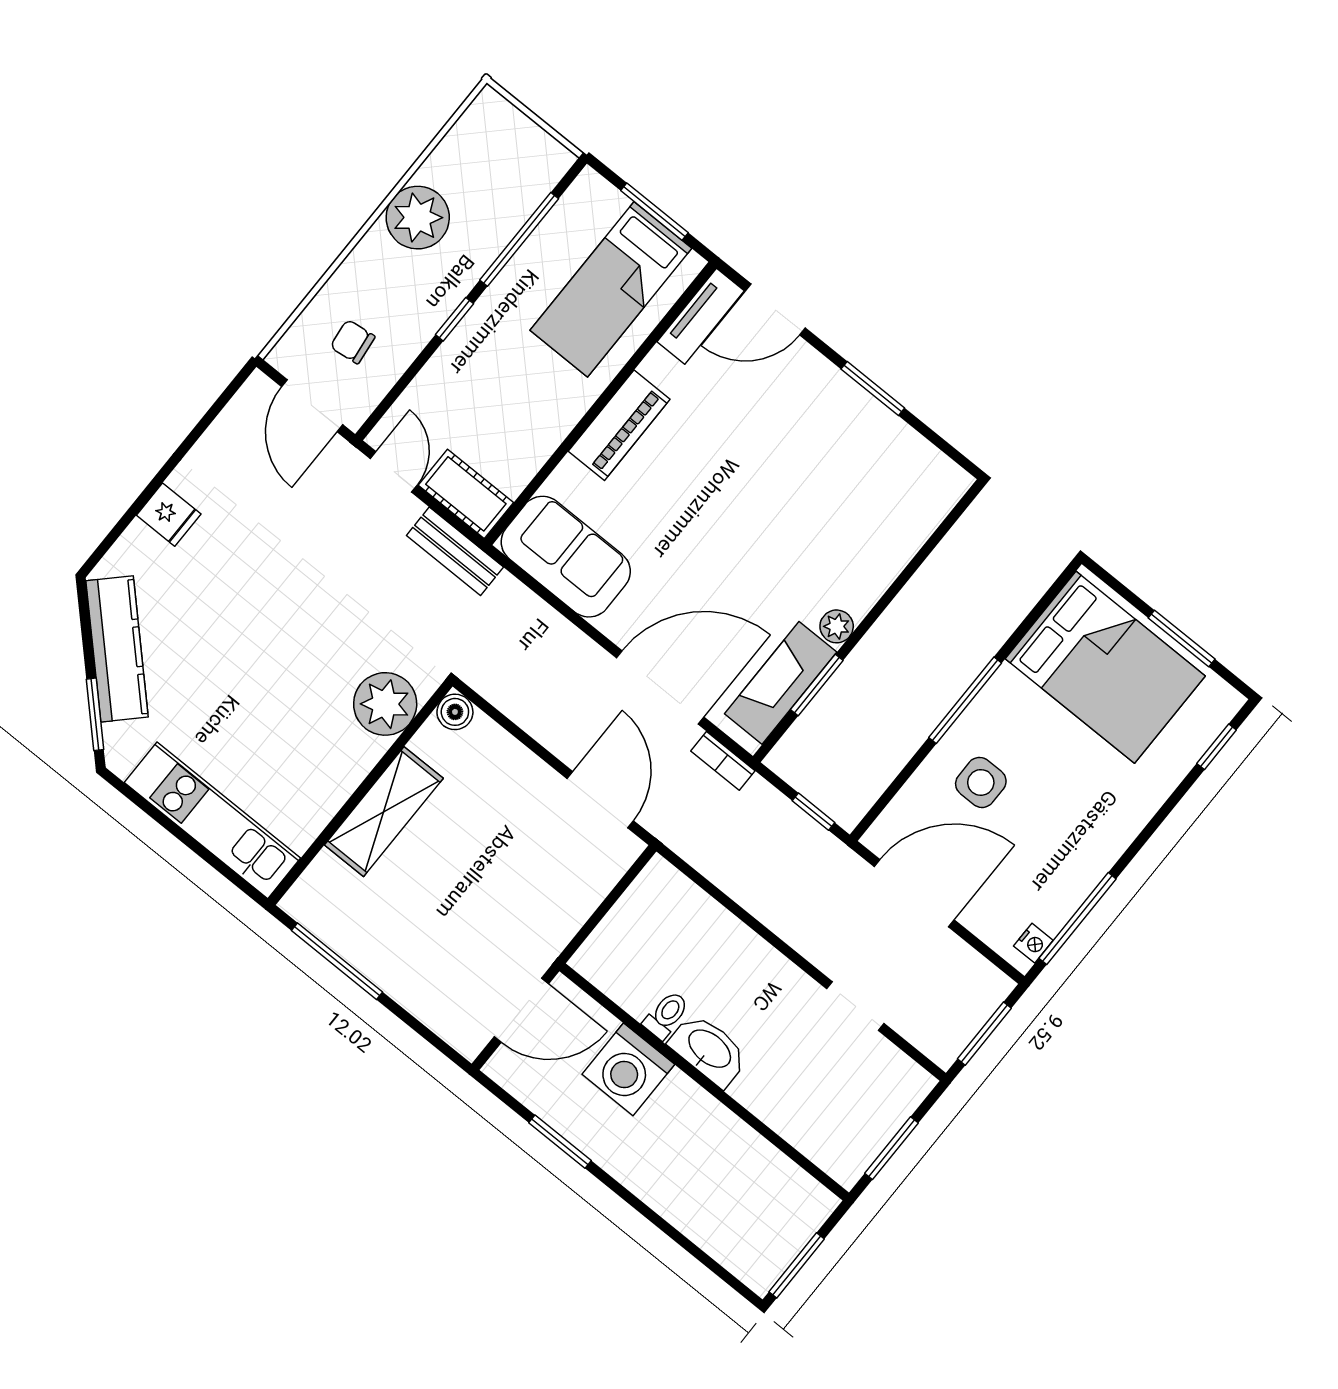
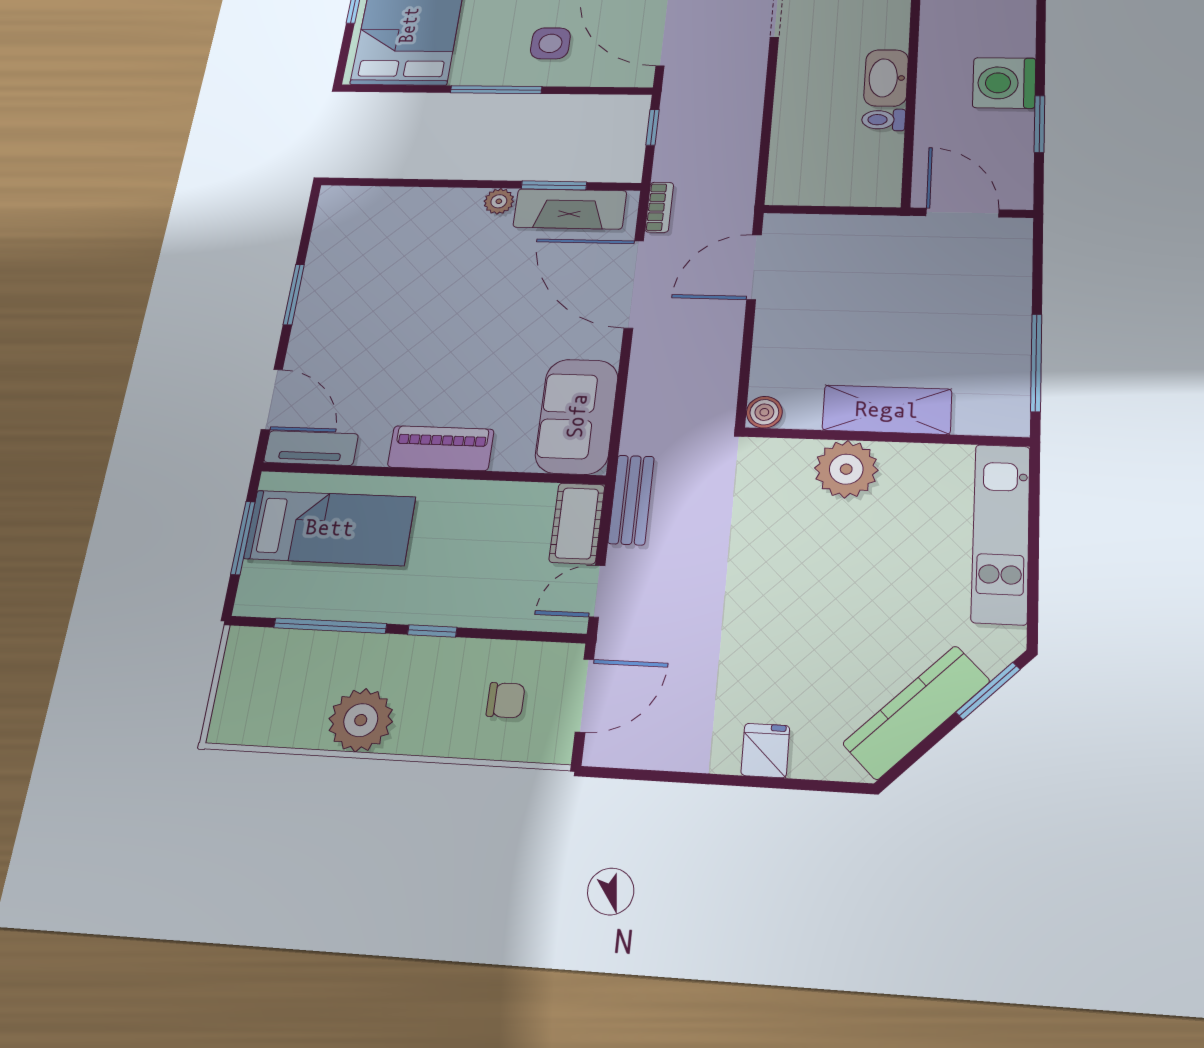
chair: (353, 342) -> (506, 700), turned -83
plant: (385, 704) -> (846, 469), moved
washing machine: (628, 1069) -> (1004, 83), moved, turned 180

